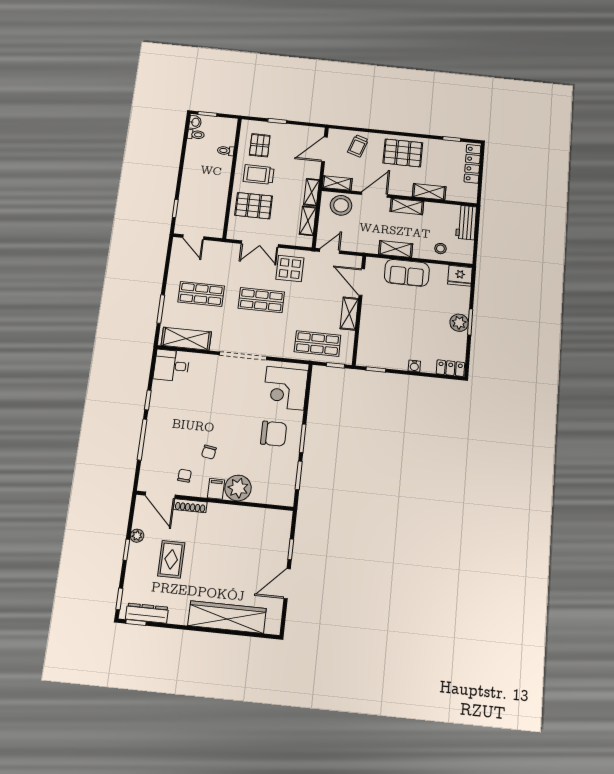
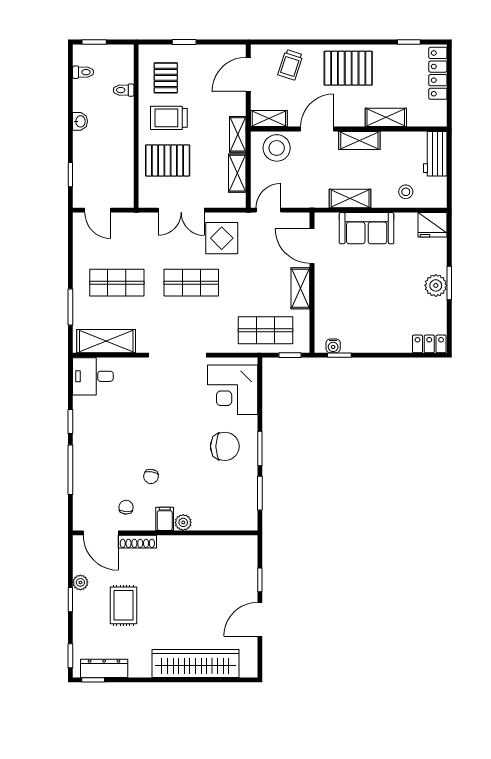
washbasin: (195, 122) -> (80, 121), moved
water cooler: (414, 366) -> (333, 346), moved
plant: (238, 488) -> (183, 522), width x0.53, depth x0.53

